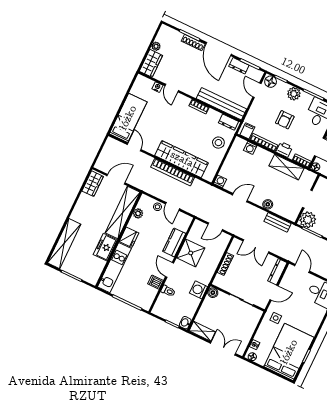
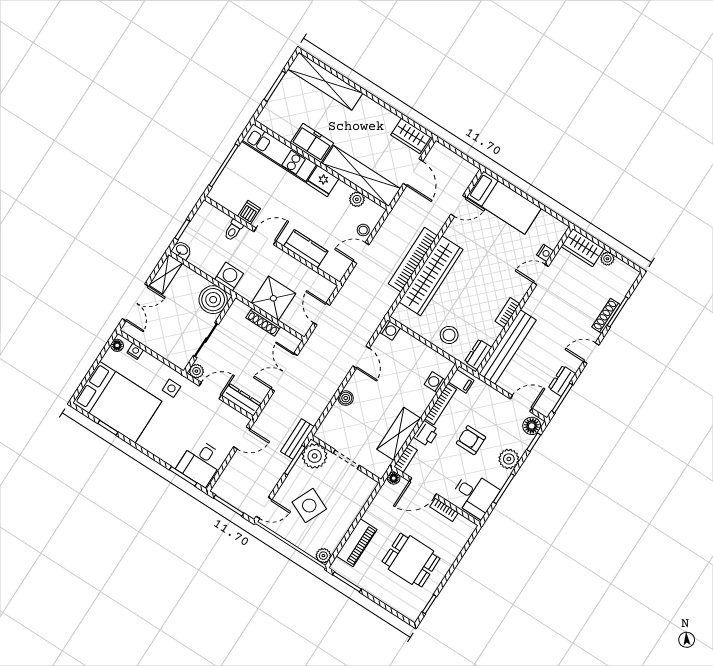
door: (219, 49) -> (591, 353), width x0.53
bench: (278, 222) -> (297, 439), moved
shower: (191, 253) -> (273, 298), moved
boiler: (213, 293) -> (213, 300), width x1.86, depth x1.86
door: (274, 293) -> (210, 391), swing flipped
plant: (262, 303) -> (196, 371), added

